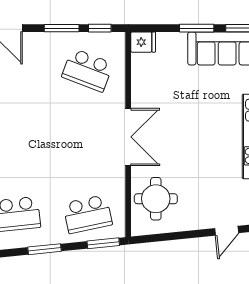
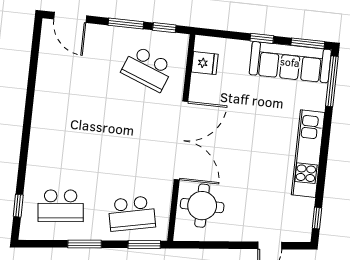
window: (197, 28) -> (262, 38), width x0.67
fridge: (143, 42) -> (205, 63), moved
double door: (128, 137) -> (181, 140), width x1.36

